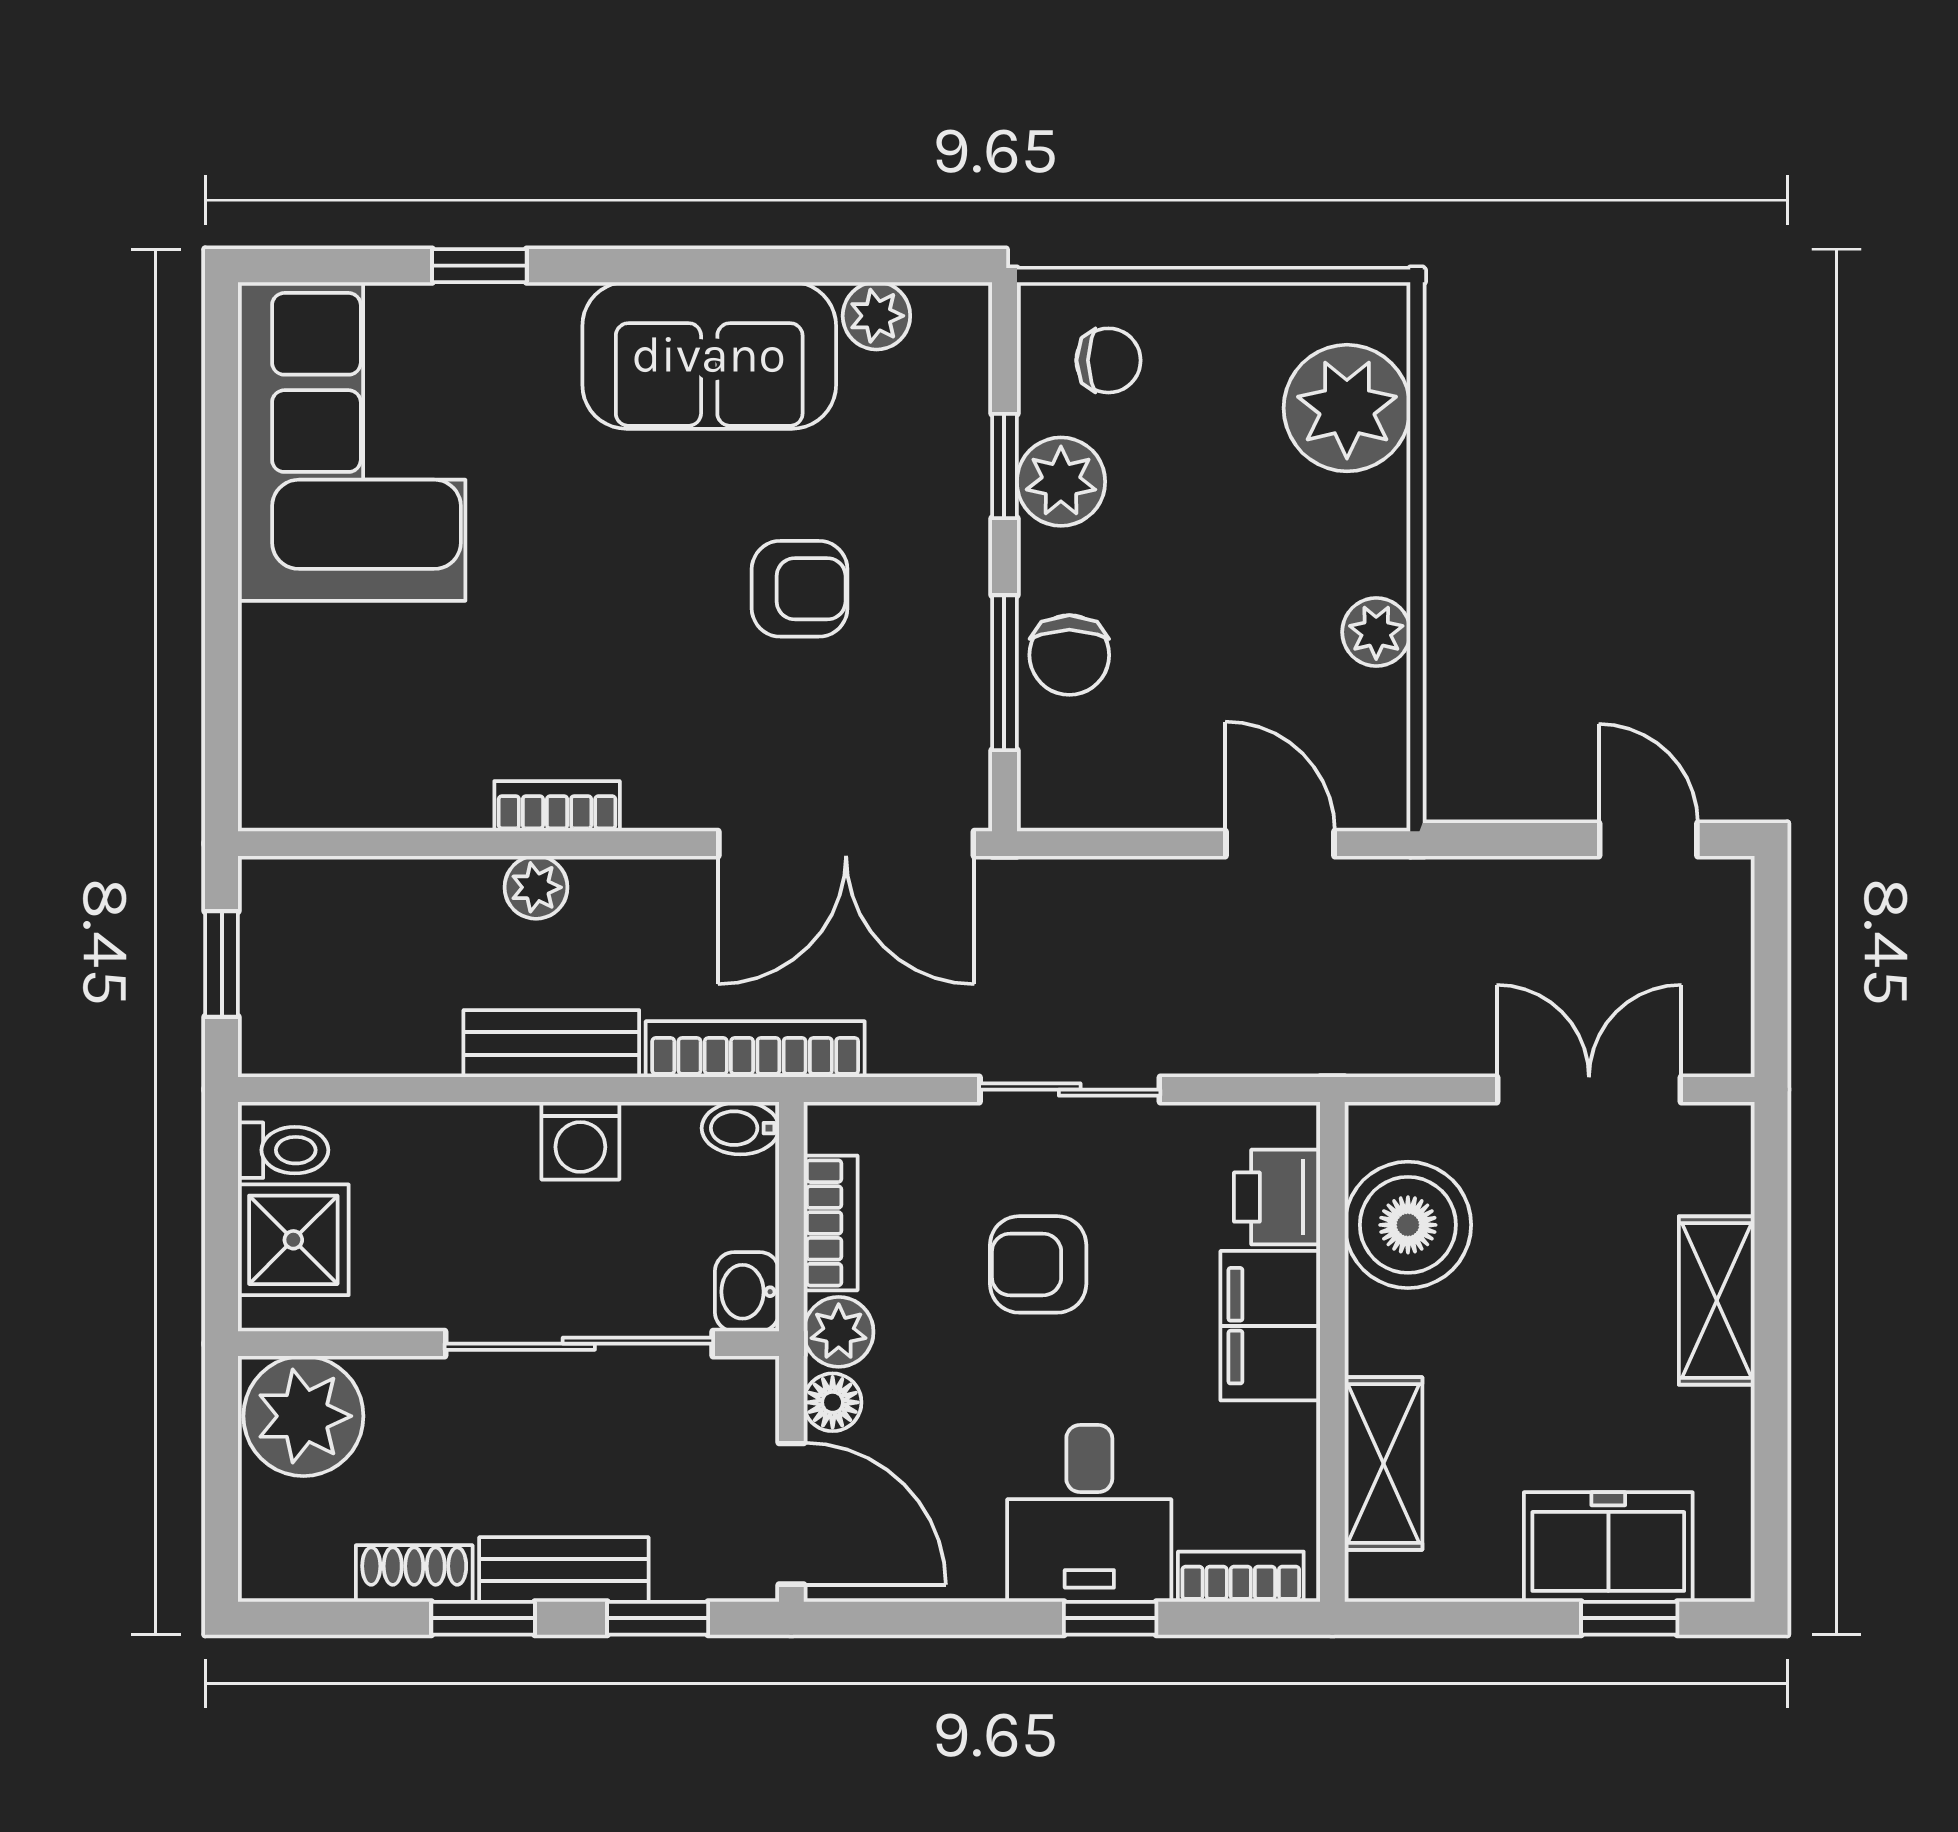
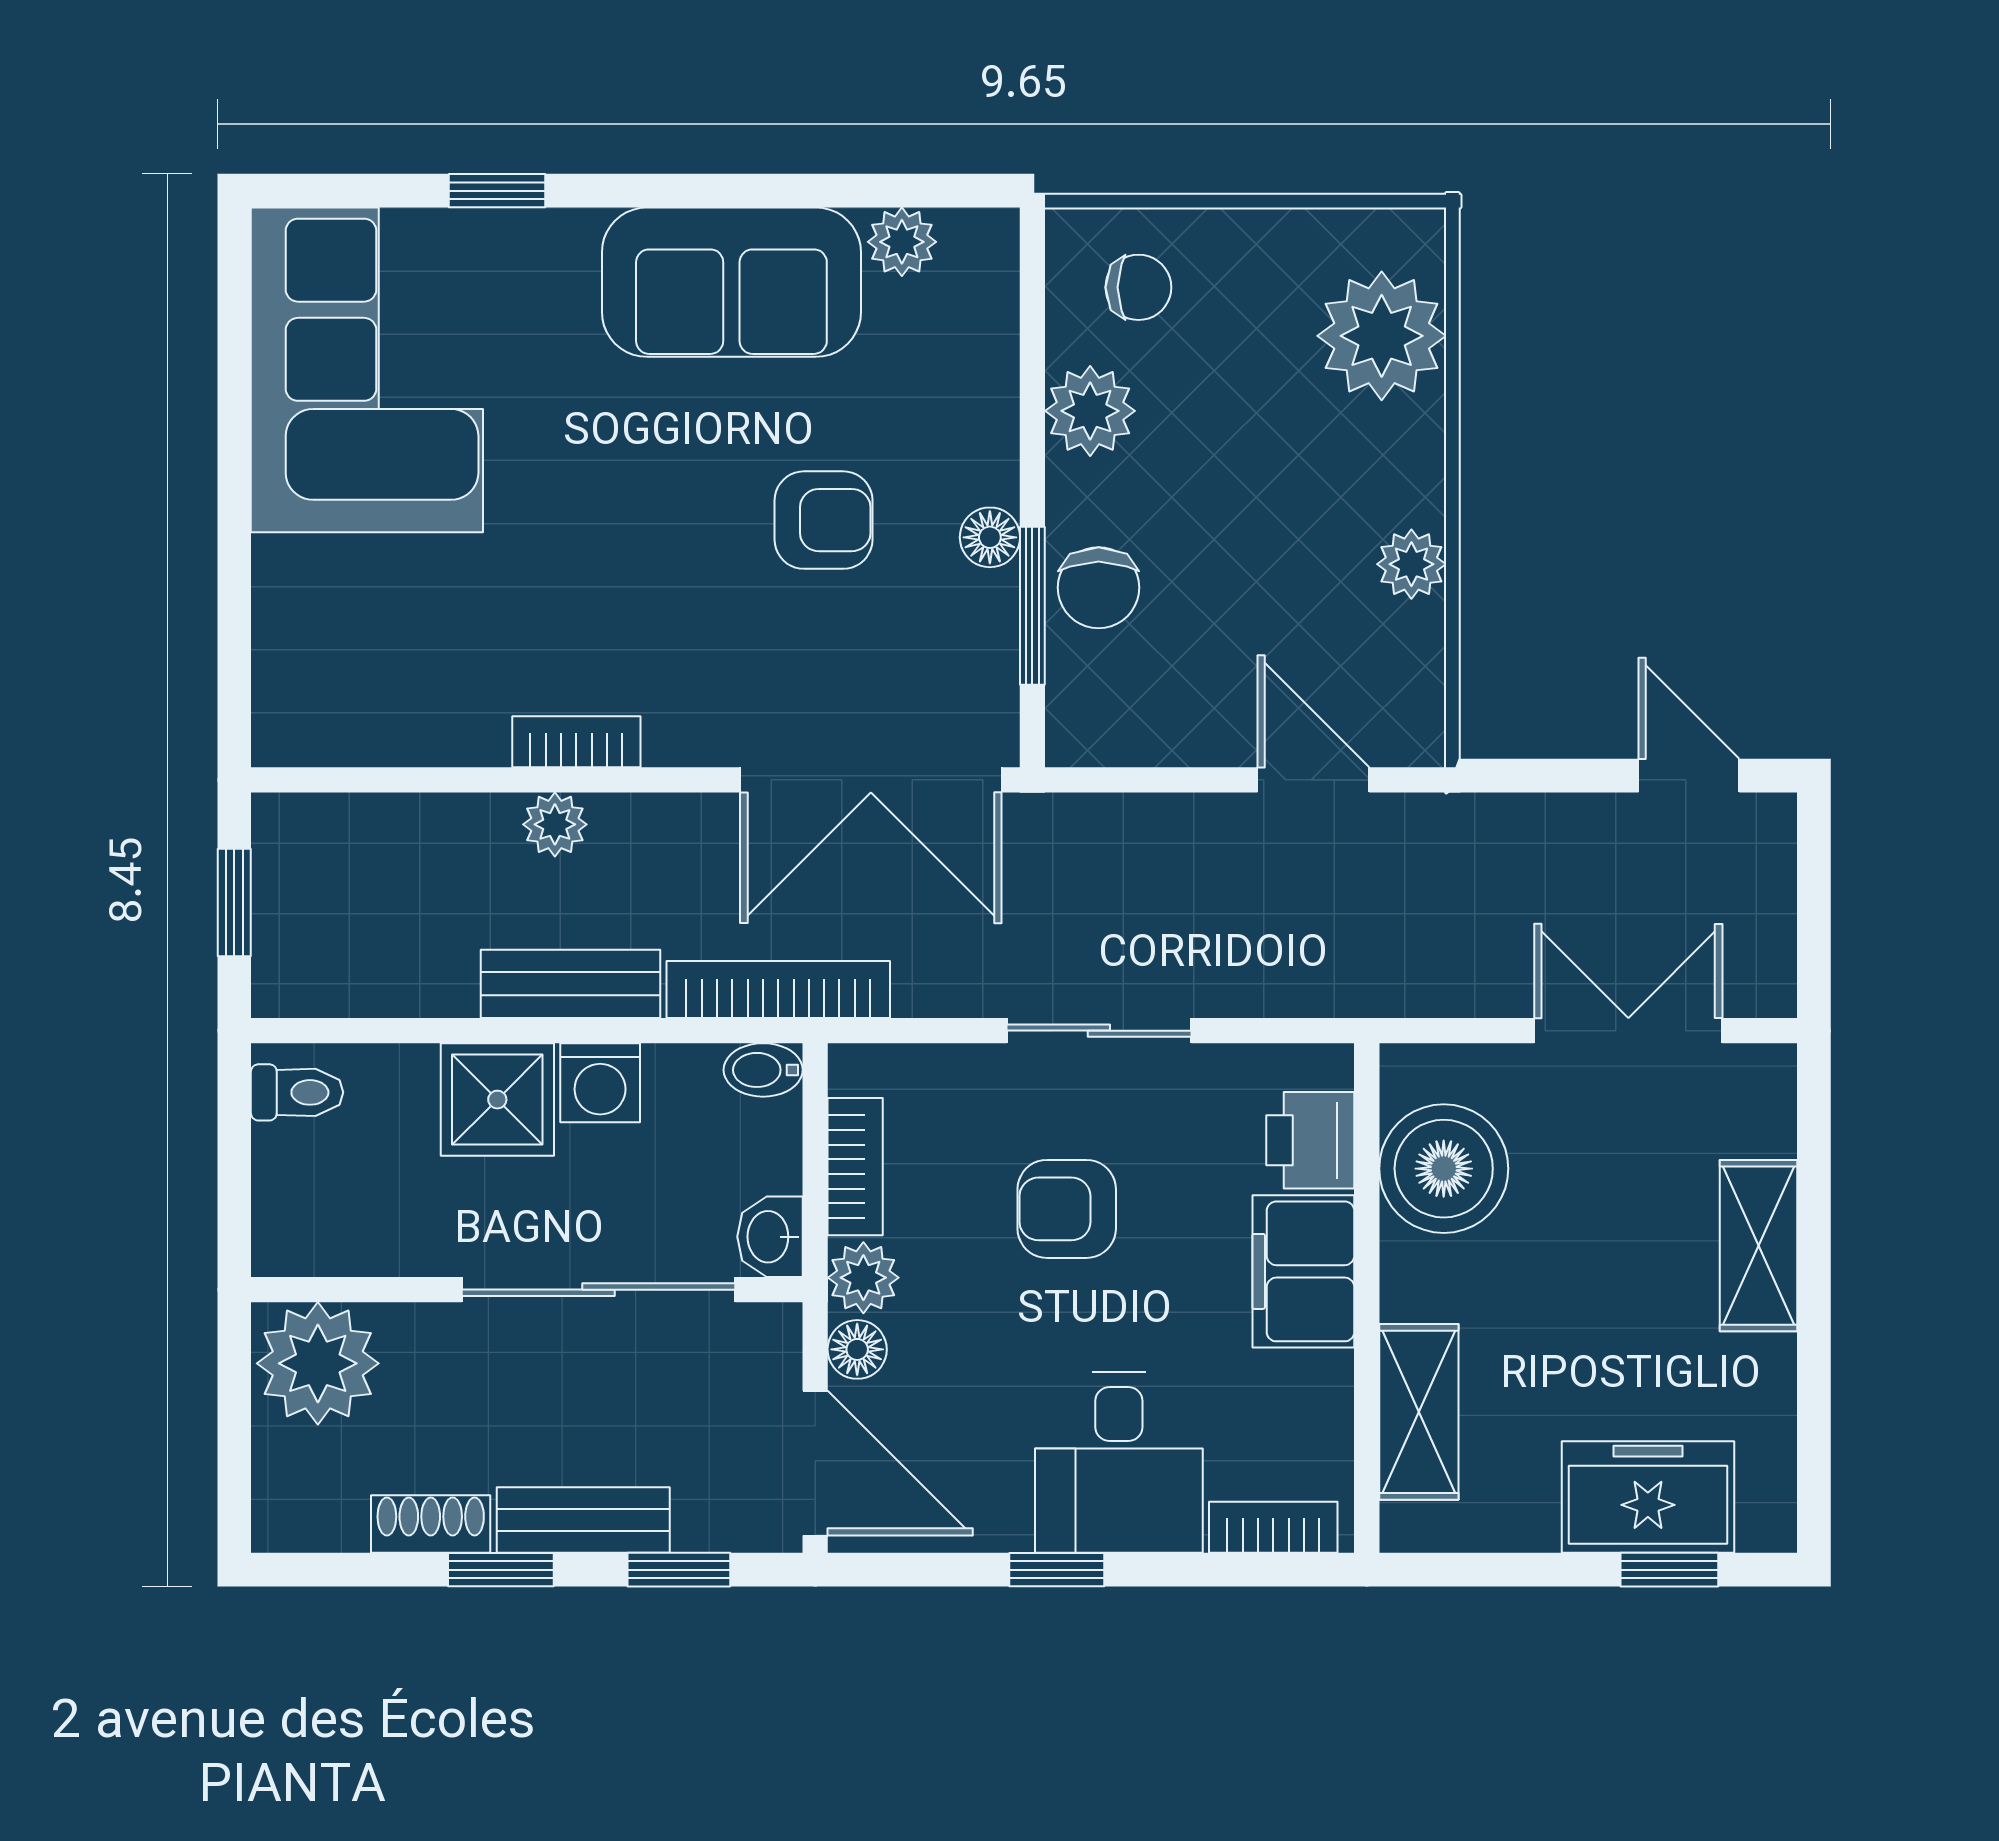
window: (1004, 466) -> (1032, 395), removed
floor lamp: (963, 606) -> (990, 537), added
shower: (293, 1240) -> (497, 1100), moved
window: (1110, 1618) -> (1057, 1570), moved

